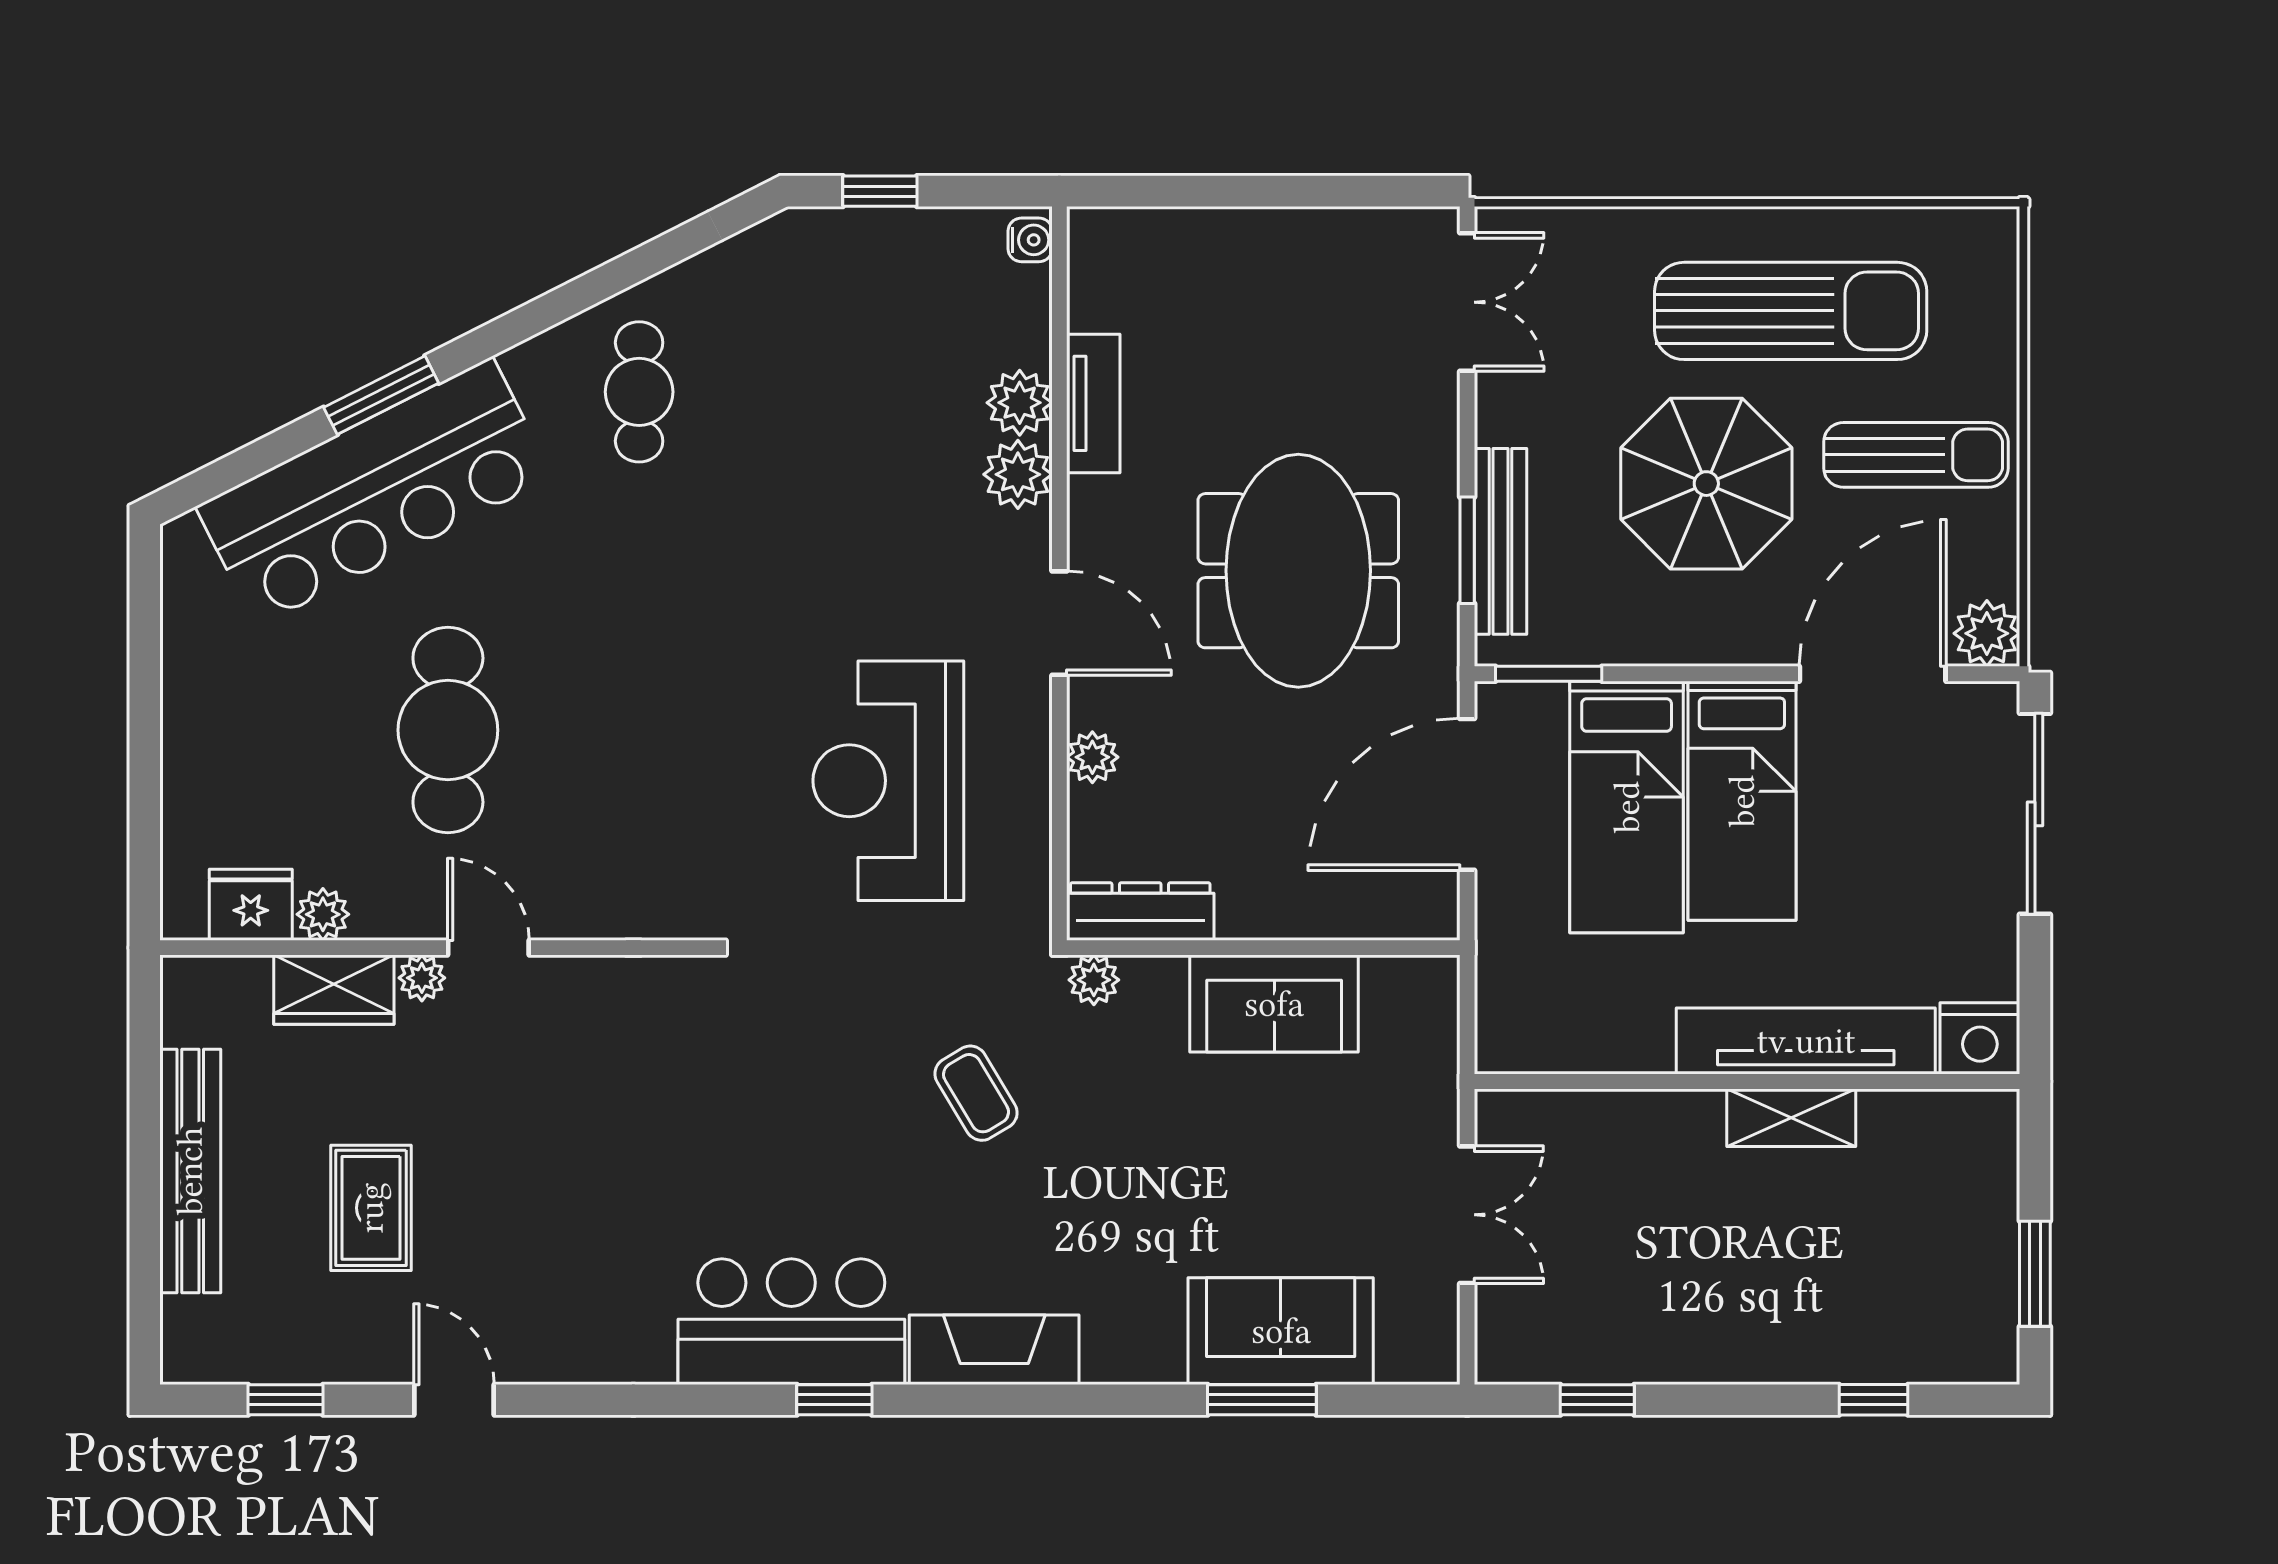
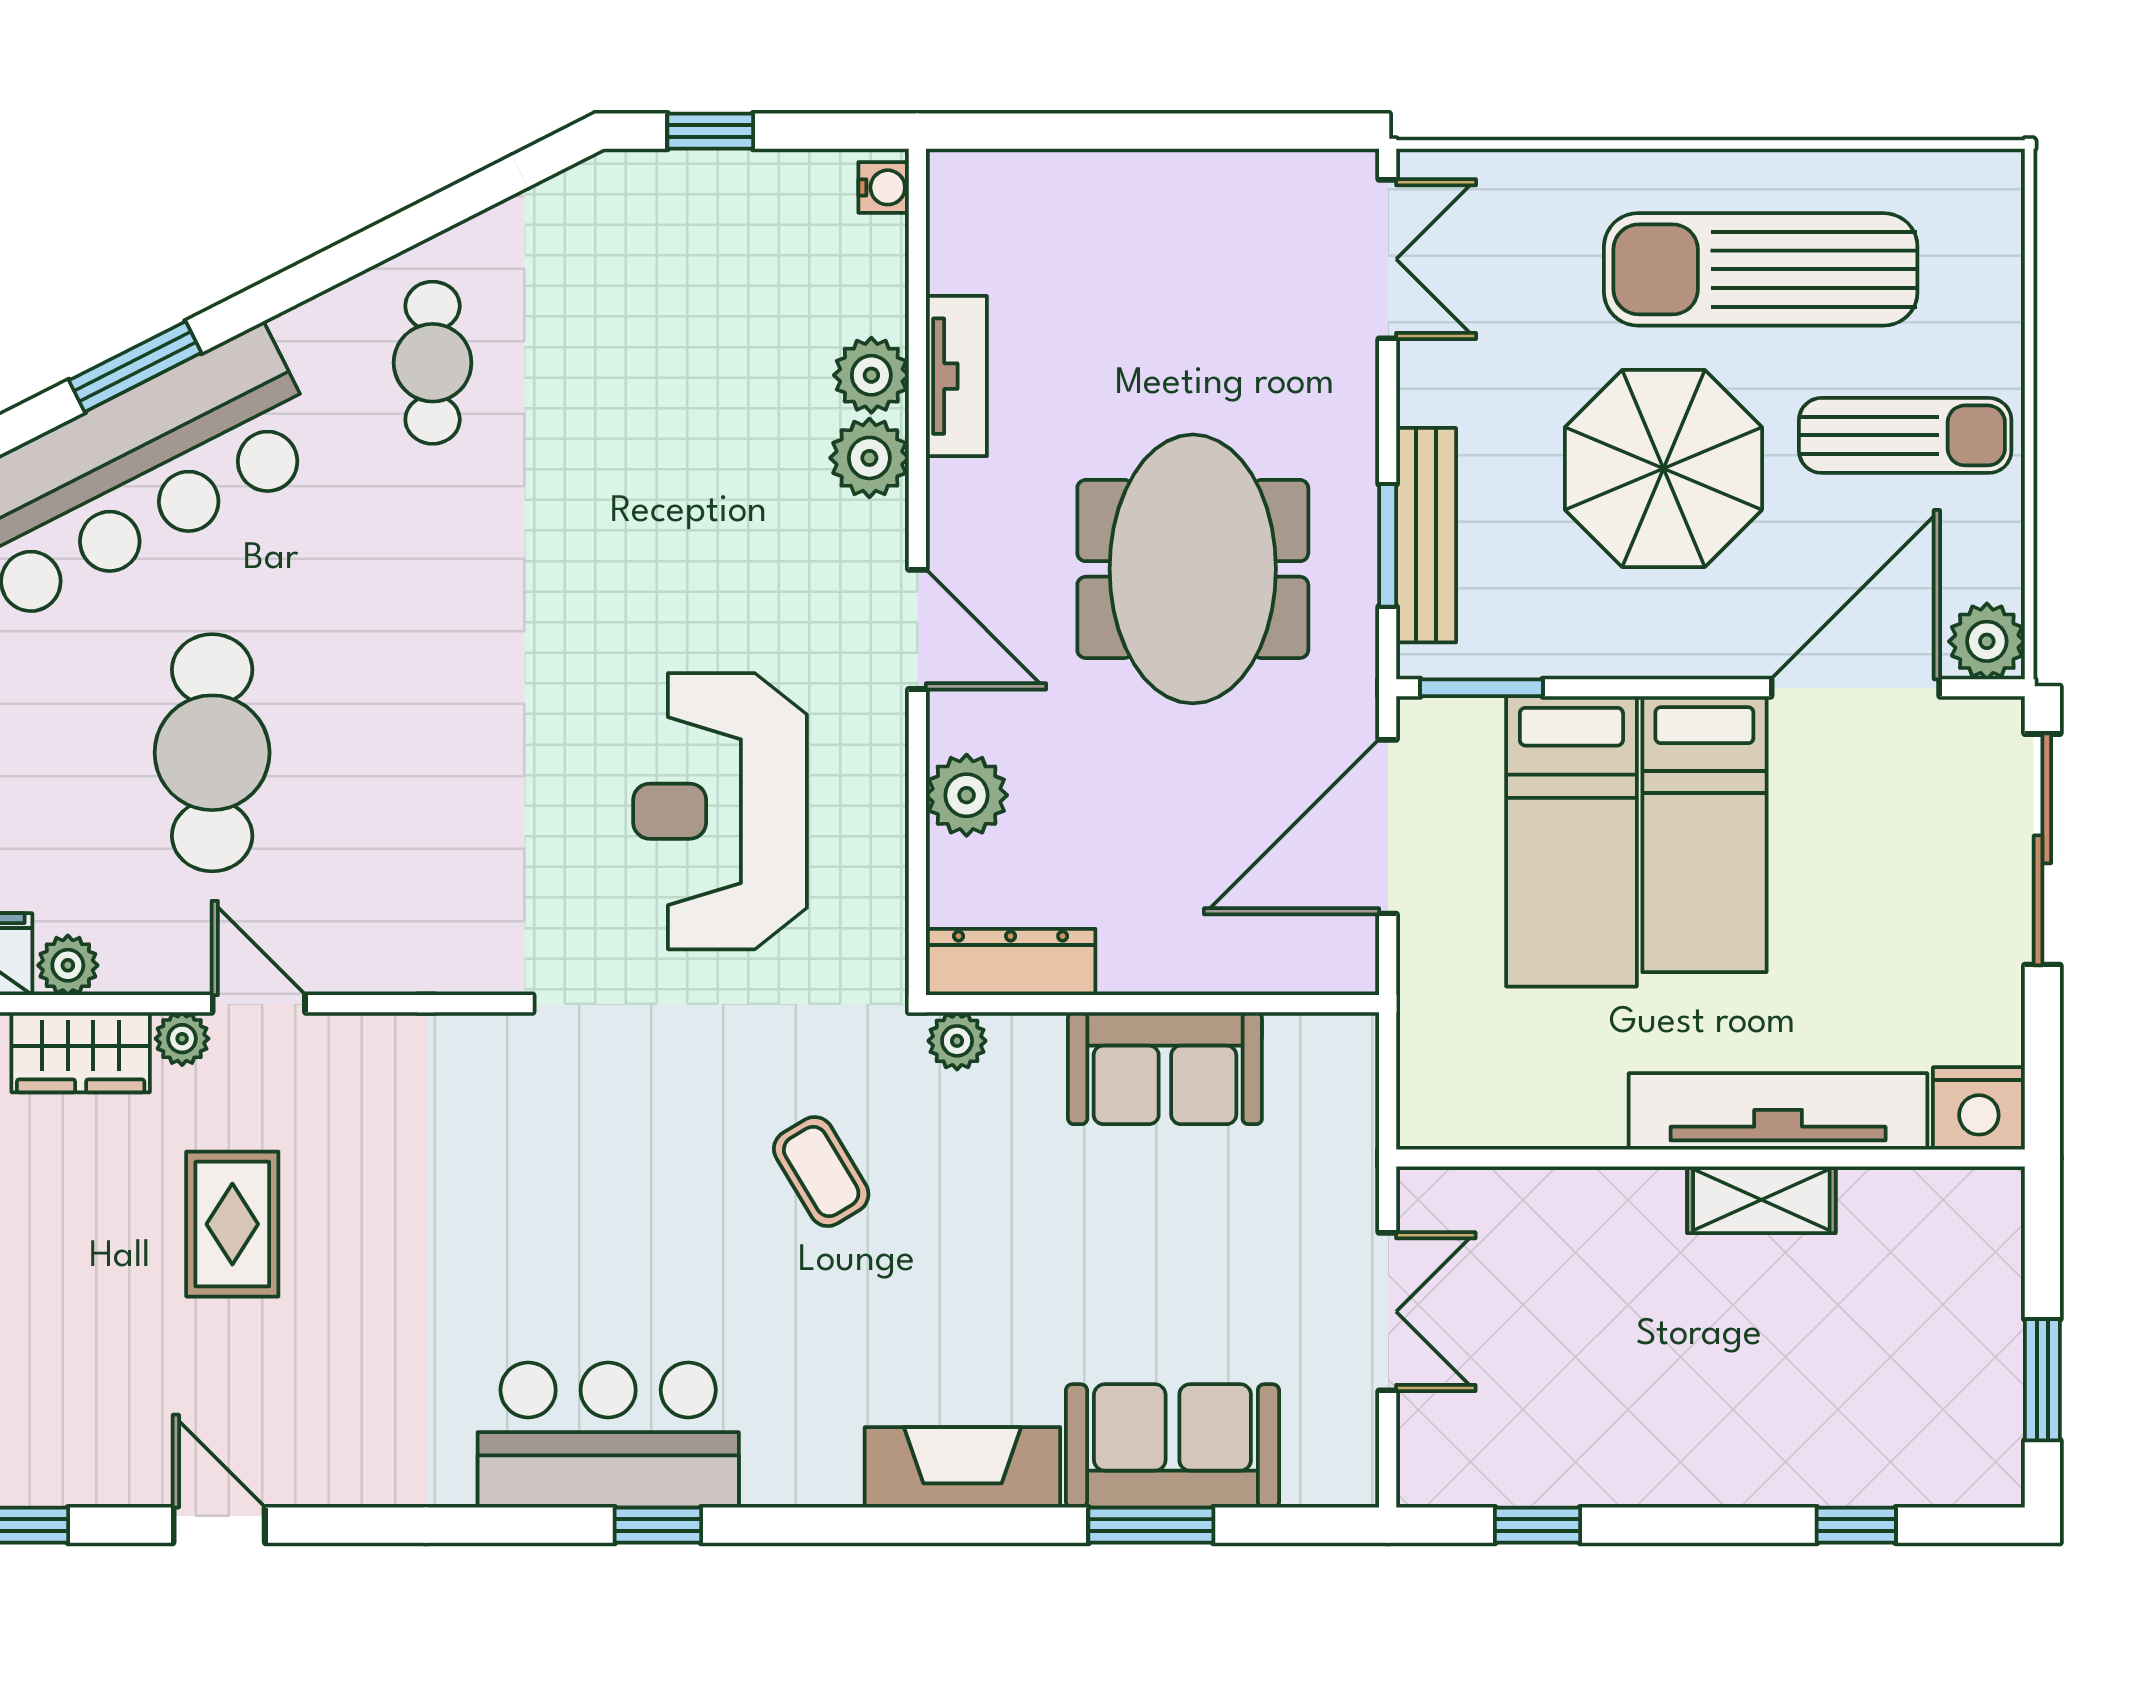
sun lounger: (1791, 311) -> (1761, 269), turned 180
plant: (1092, 757) -> (967, 795), width x1.38, depth x1.38
rug: (371, 1208) -> (232, 1224), moved
fireplace: (994, 1350) -> (962, 1467), moved

